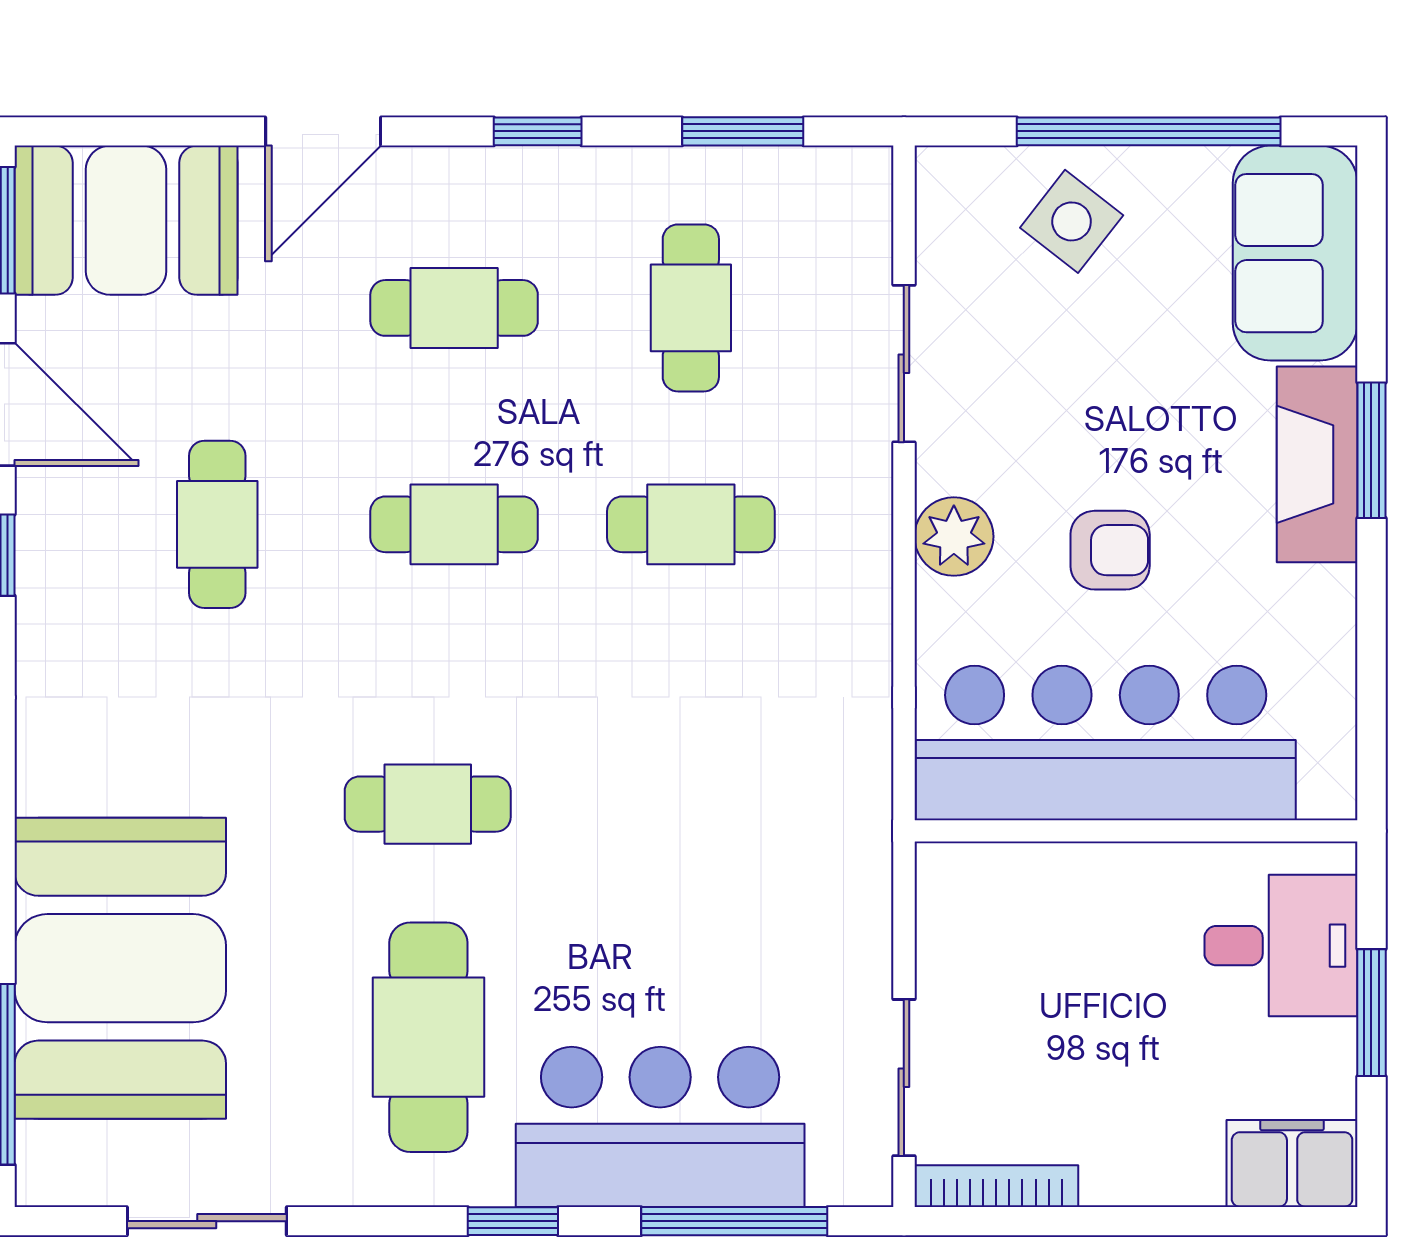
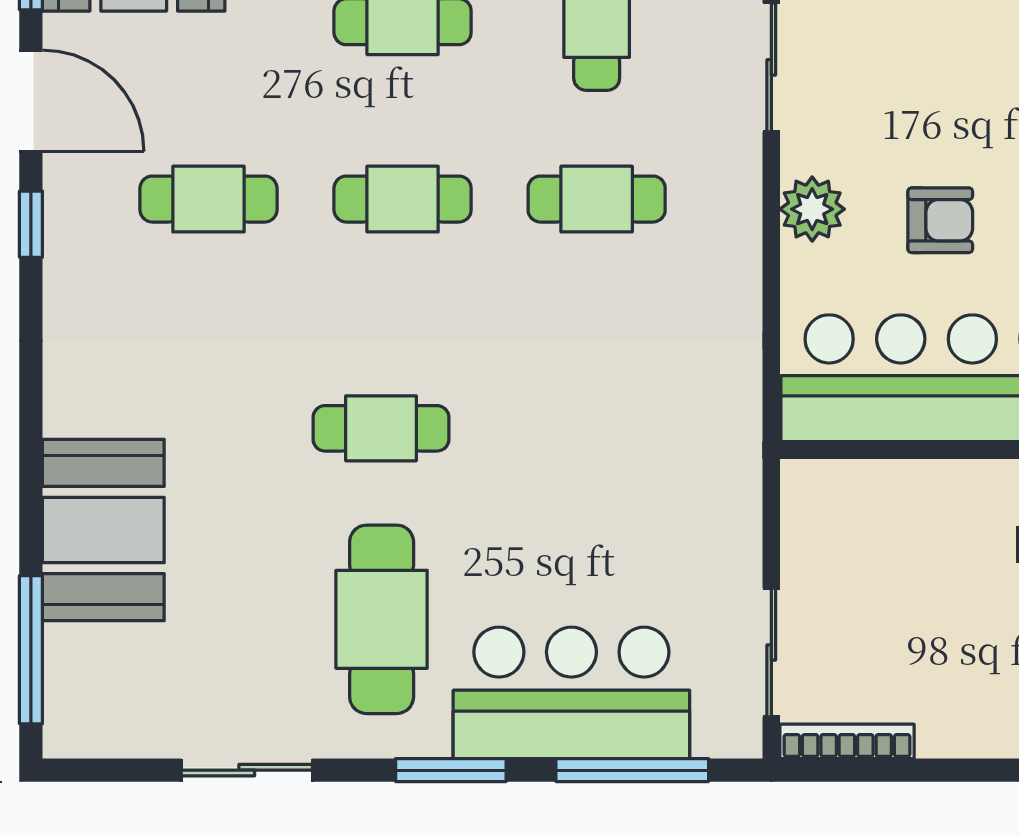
cafe table: (217, 524) -> (208, 199), turned 90
booth: (120, 968) -> (103, 530), width x0.73, depth x0.70
sliding door: (207, 1221) -> (247, 770), moved
window: (513, 1221) -> (451, 770), width x1.50

